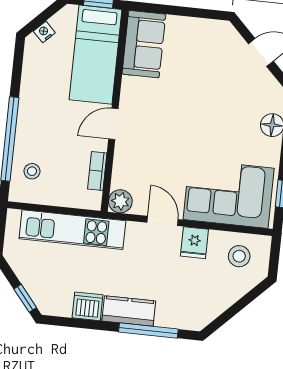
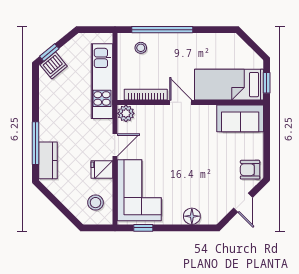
nightstand: (44, 32) -> (241, 46), removed
armchair: (216, 38) -> (250, 170), added
bookcase: (97, 171) -> (146, 95), width x1.56
dishwasher: (87, 306) -> (54, 65), moved, turned 51
kitchen counter: (129, 311) -> (48, 160), moved

